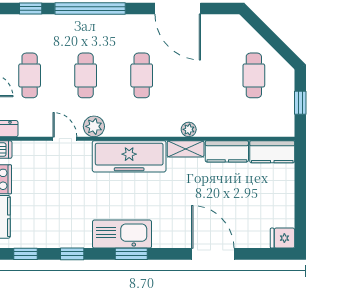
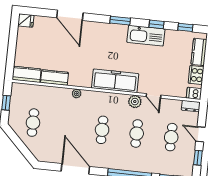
shelving: (186, 149) -> (80, 82), removed
kitchen sink: (122, 234) -> (146, 36), moved

